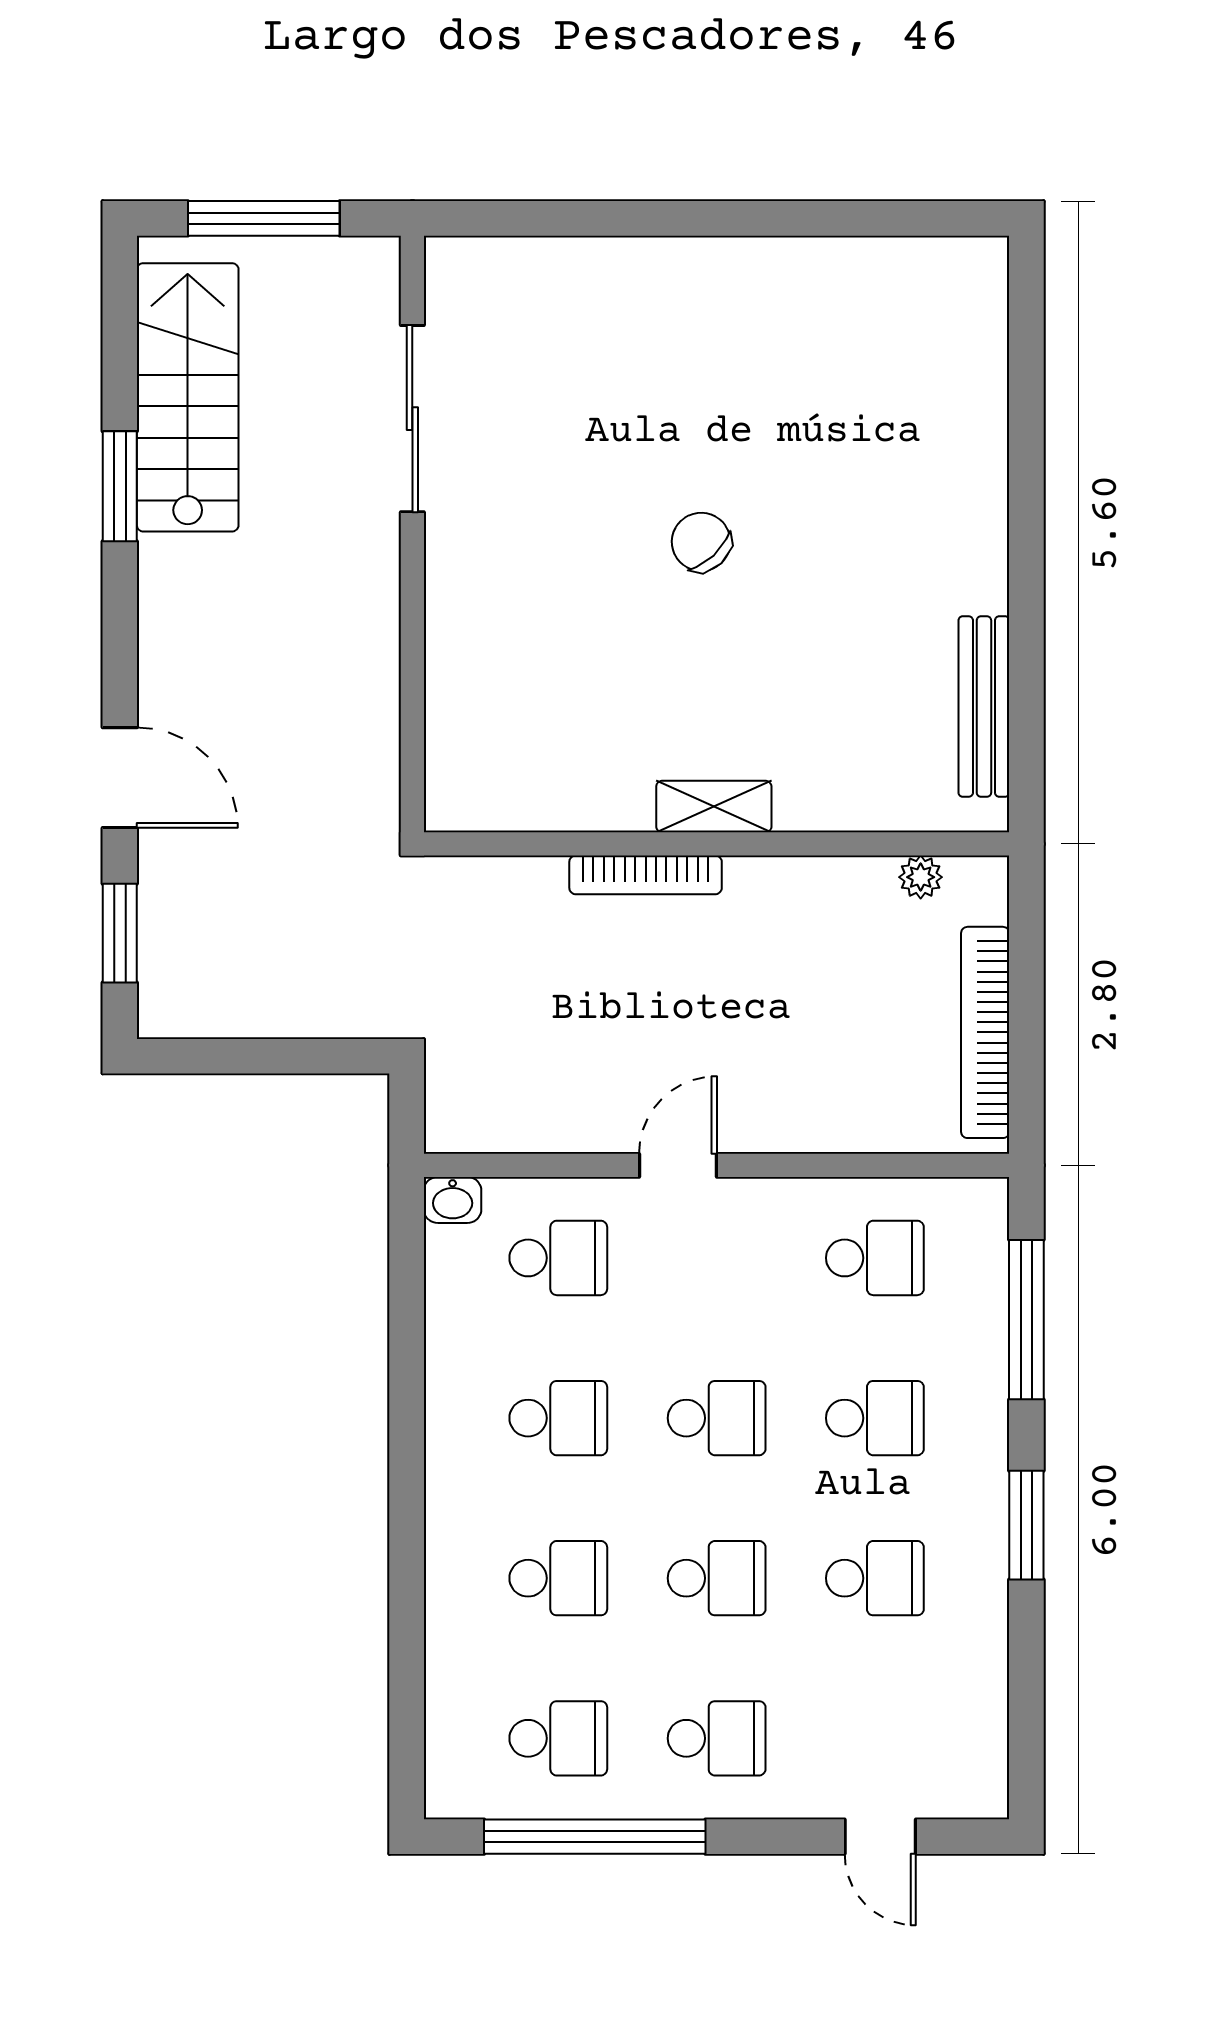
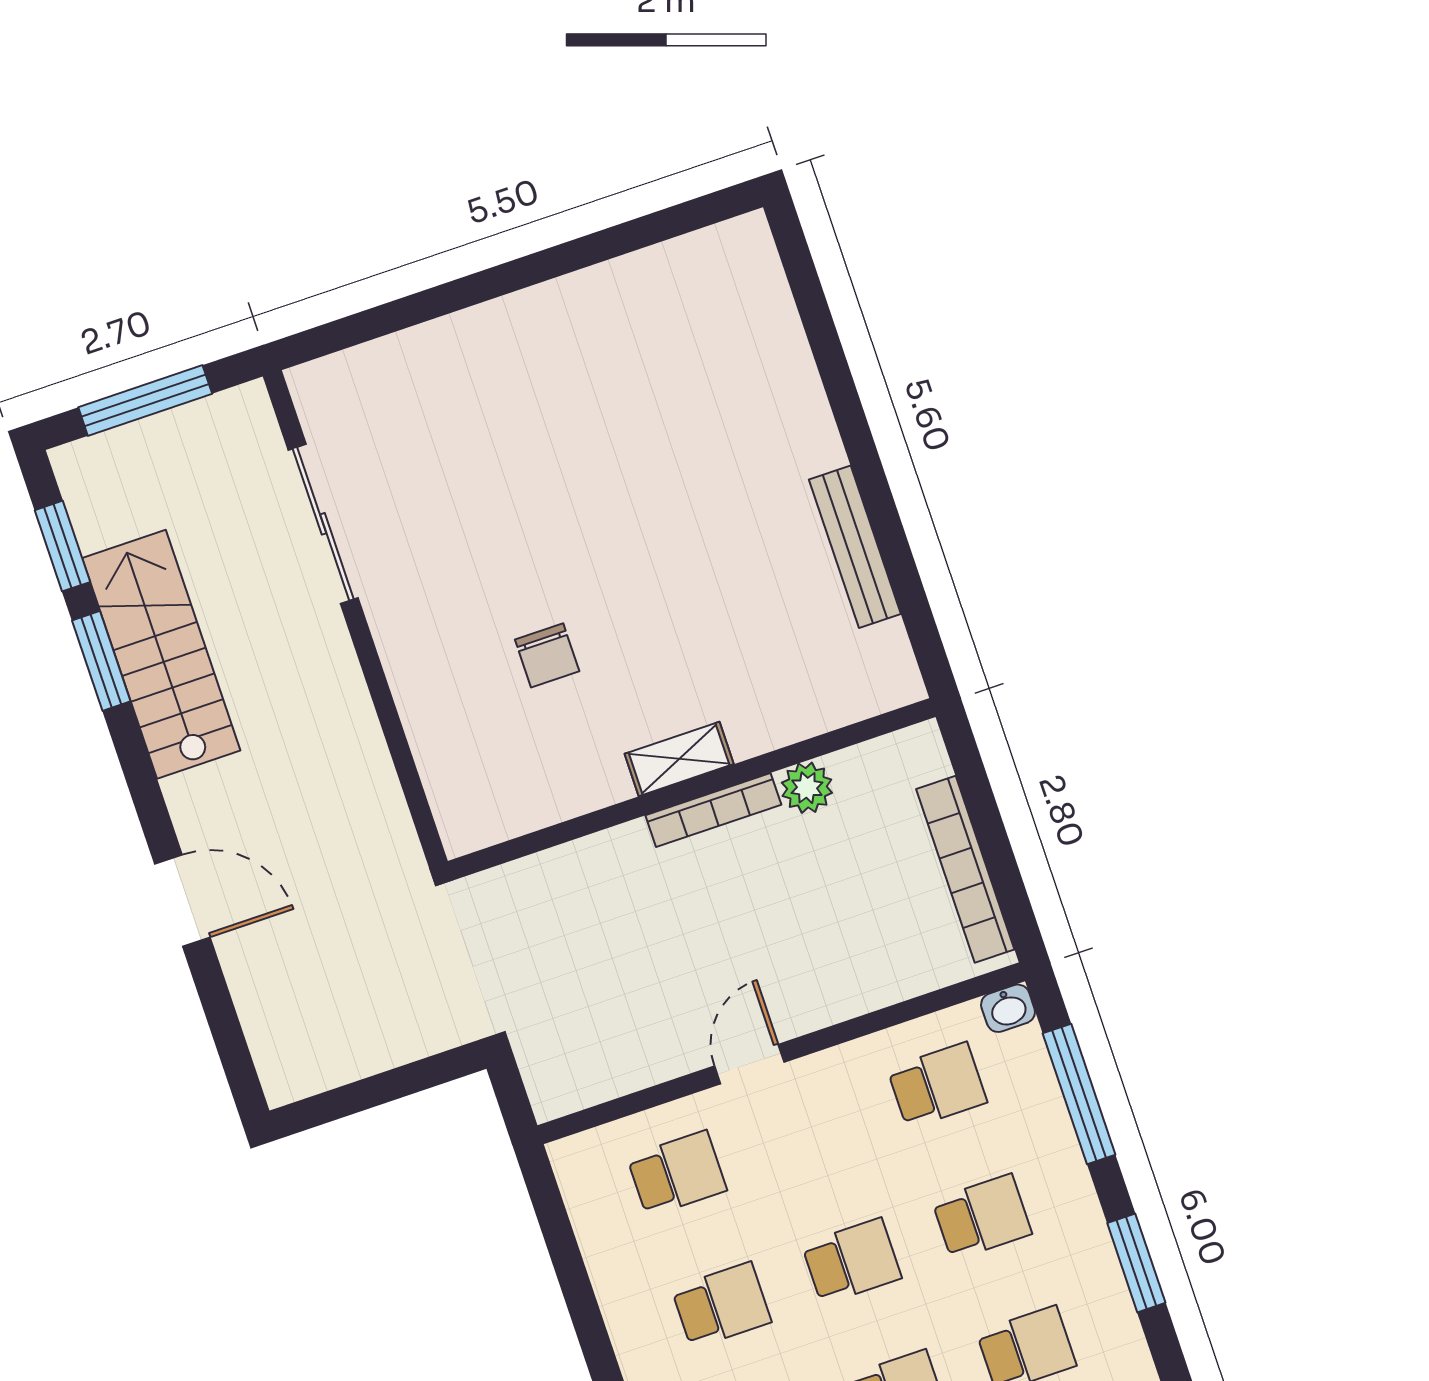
stairs: (188, 397) -> (161, 654), moved
chair: (701, 542) -> (547, 655), moved, turned -137
bench: (984, 707) -> (855, 547), moved
bookcase: (646, 875) -> (713, 810), moved
plant: (921, 877) -> (807, 788), moved, width x1.38, depth x1.38
window: (120, 933) -> (62, 546), moved
washbasin: (453, 1200) -> (1008, 1008), moved

